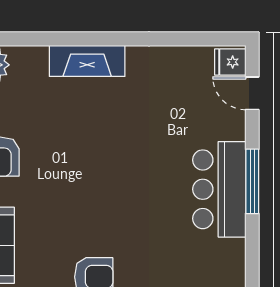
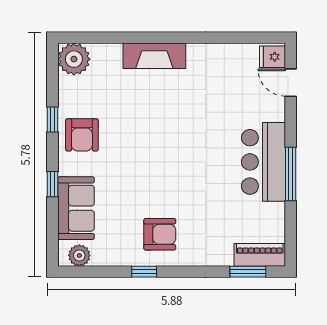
window: (252, 181) -> (291, 174), moved

